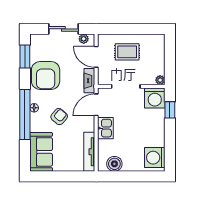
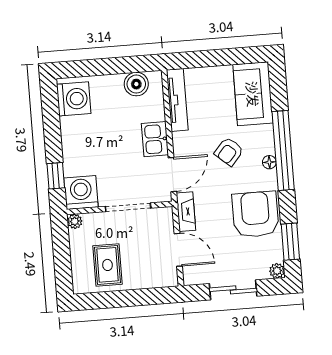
plant: (84, 39) -> (277, 271), moved
rug: (127, 52) -> (107, 265), moved, turned 90

